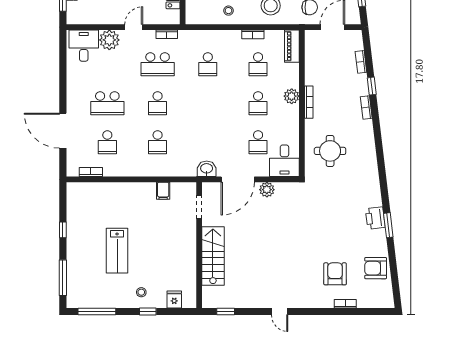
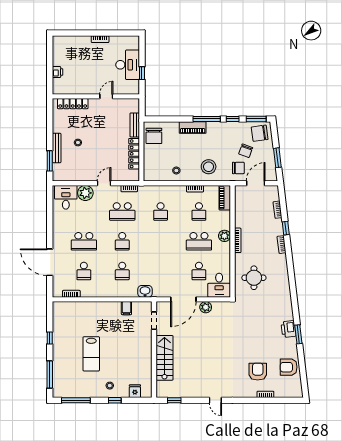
school desk: (258, 103) -> (199, 241), width x1.85
washbasin: (207, 169) -> (145, 291), moved

